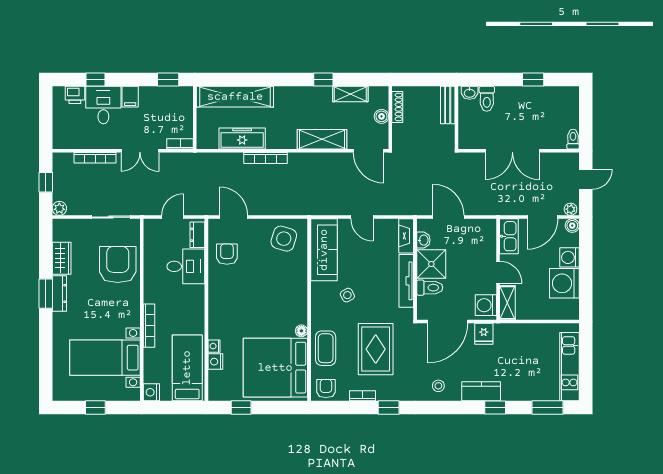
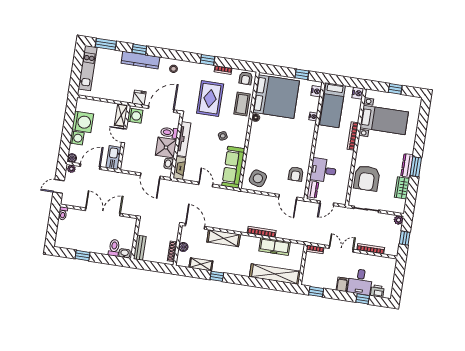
nightstand: (215, 362) -> (316, 91), moved
kitchen counter: (481, 391) -> (140, 60), width x1.50

